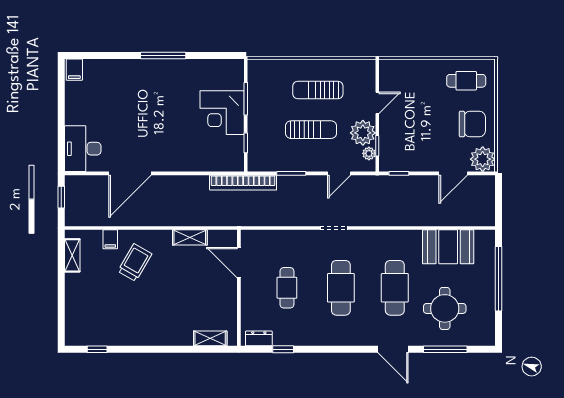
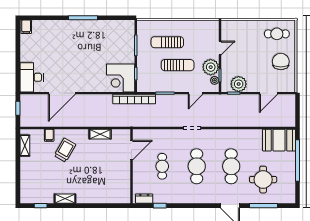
sun lounger: (318, 90) -> (167, 42), moved
corner desk: (222, 113) -> (121, 78), moved
chair: (472, 124) -> (281, 62), turned -90
plant: (483, 159) -> (239, 84), moved
booth: (448, 247) -> (279, 140), moved
door: (239, 263) -> (131, 150), swing flipped
shelving: (210, 338) -> (65, 199), moved

